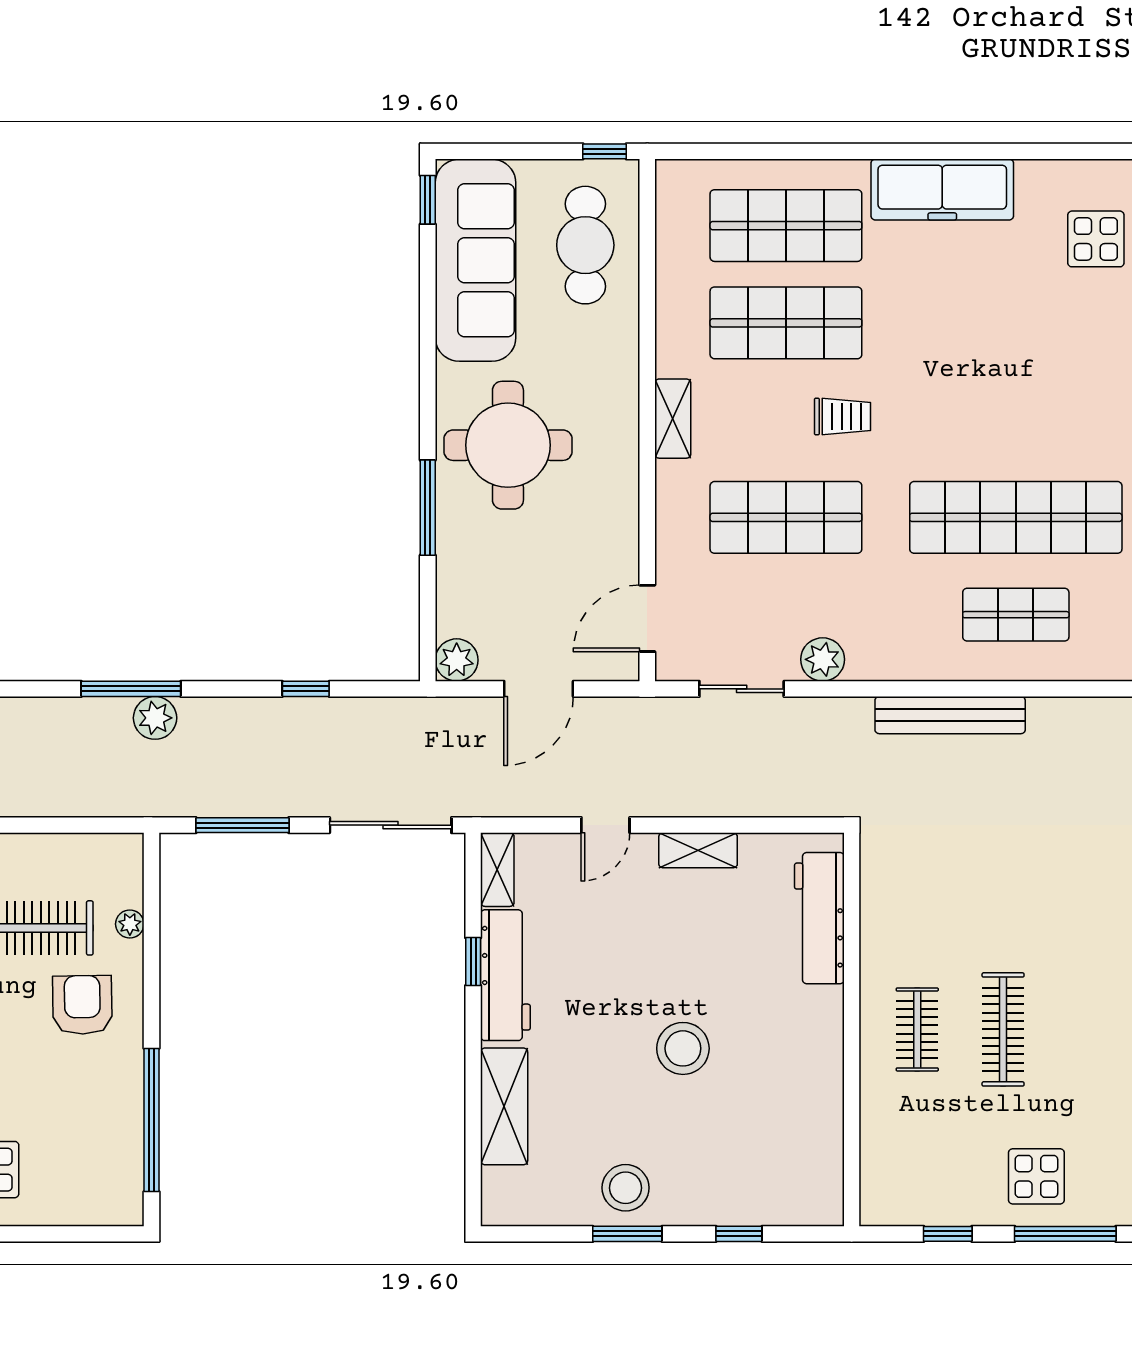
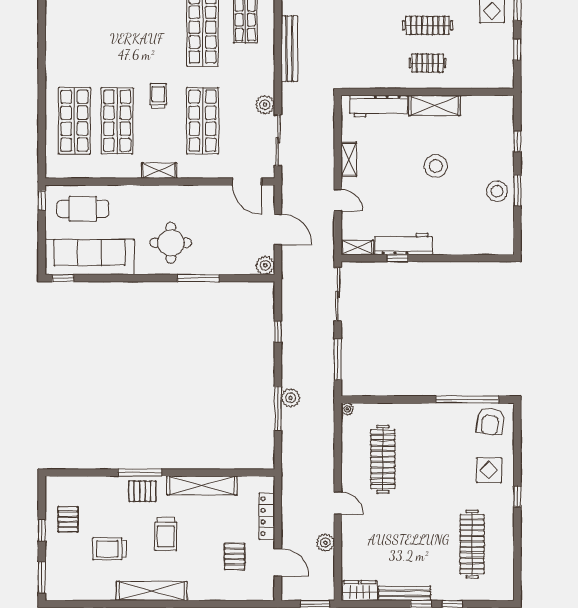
freezer: (942, 190) -> (59, 52), removed
round table: (508, 445) -> (171, 243), width x0.73, depth x0.73
sliding door: (742, 689) -> (278, 140), width x1.37
plant: (130, 924) -> (347, 409), moved
armchair: (82, 1005) -> (490, 421), moved, turned -82
shelving: (504, 1106) -> (434, 105), moved

